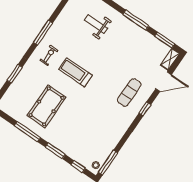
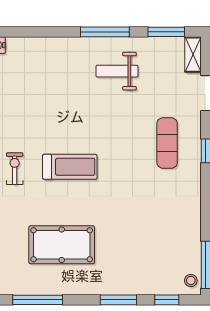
weight bench: (96, 24) -> (117, 71), moved
treadmill: (76, 72) -> (70, 167), turned 180
pool table: (46, 106) -> (62, 245), turned 90
window: (27, 132) -> (38, 300), moved

